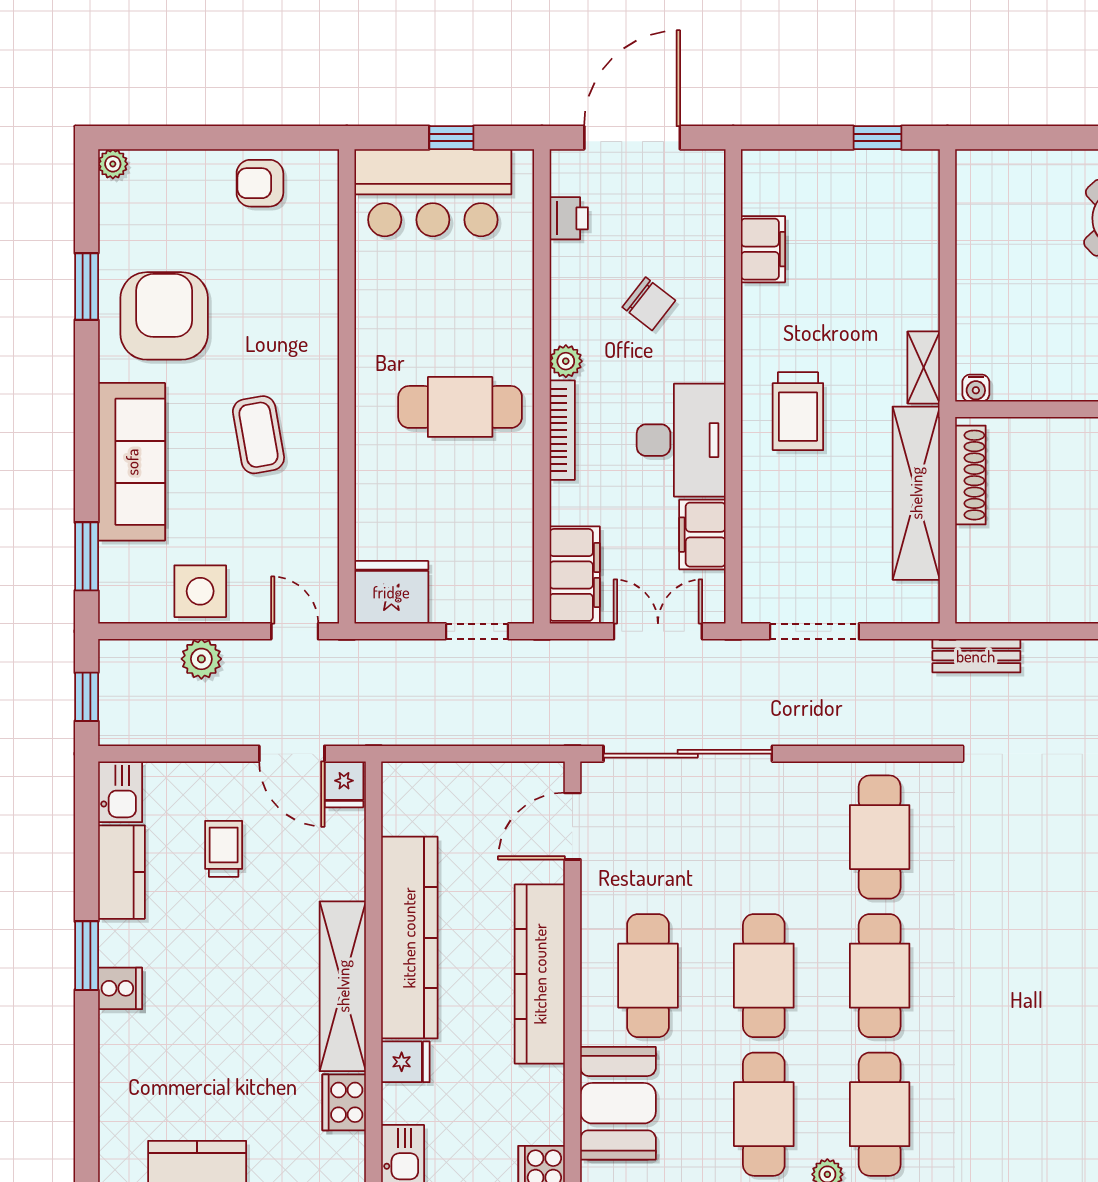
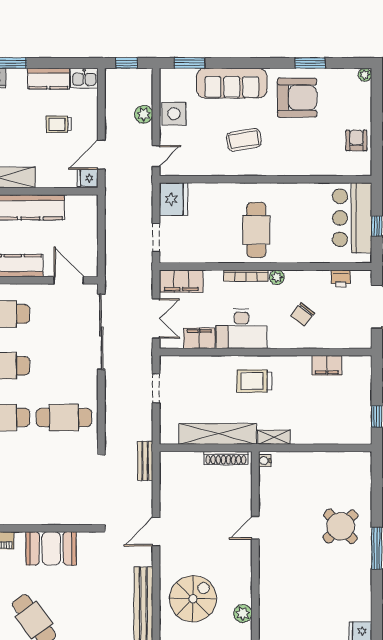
doorway: (814, 631) -> (156, 388), width x0.73
trolley: (224, 849) -> (59, 124), turned 180

